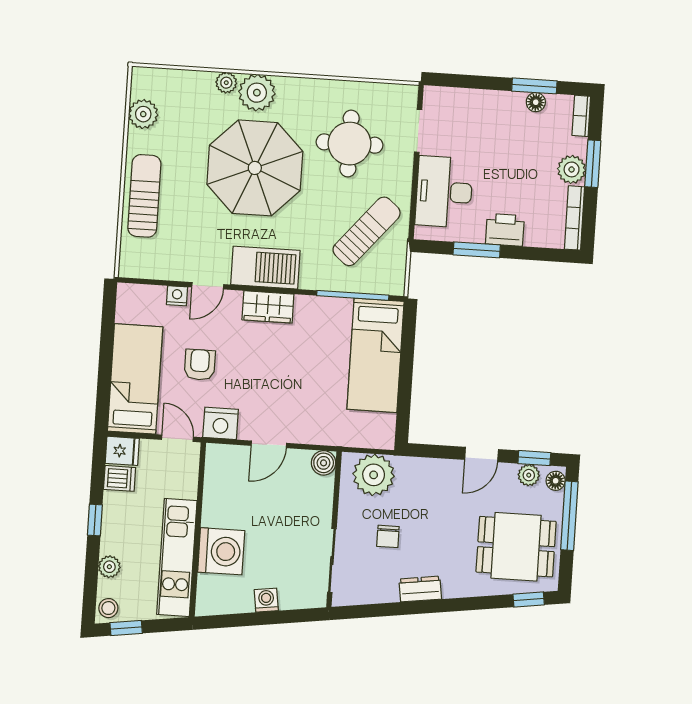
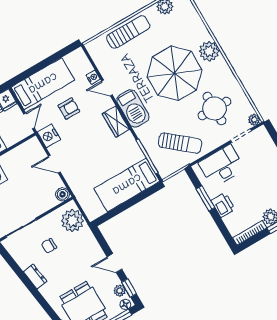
plant: (226, 83) -> (254, 120), moved

